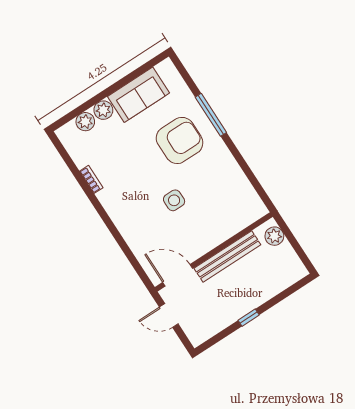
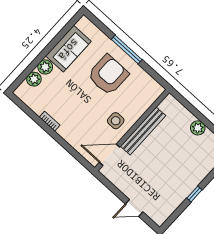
wall: (214, 252) -> (132, 130), moved
bench: (227, 256) -> (143, 131), moved
door: (178, 275) -> (110, 155), moved

